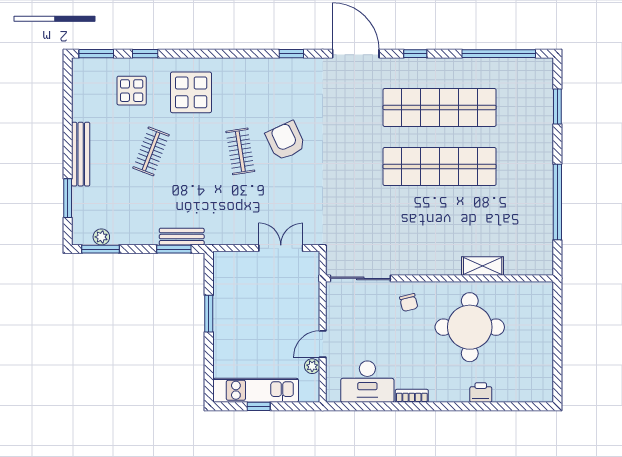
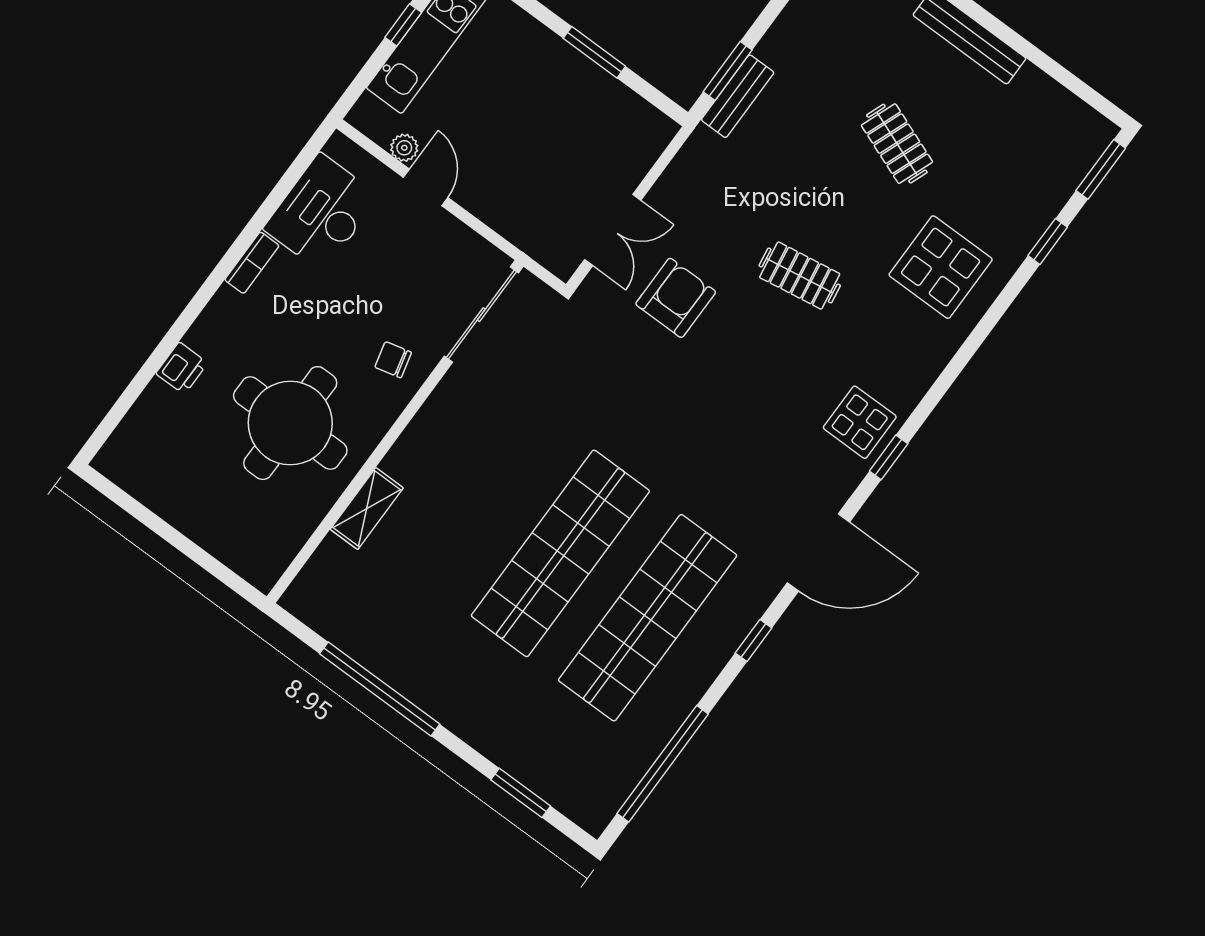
display table: (132, 91) -> (860, 422), moved
armchair: (286, 141) -> (676, 298), moved, turned -65

